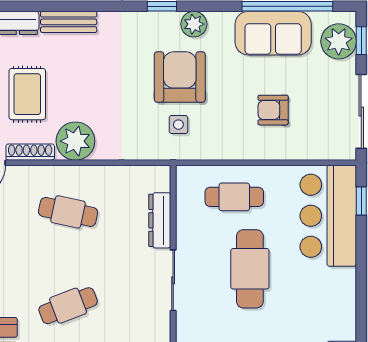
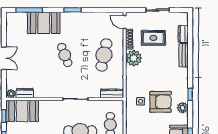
cafe table: (68, 212) -> (104, 55), width x1.37, depth x1.35
dresser: (160, 220) -> (112, 93), moved

